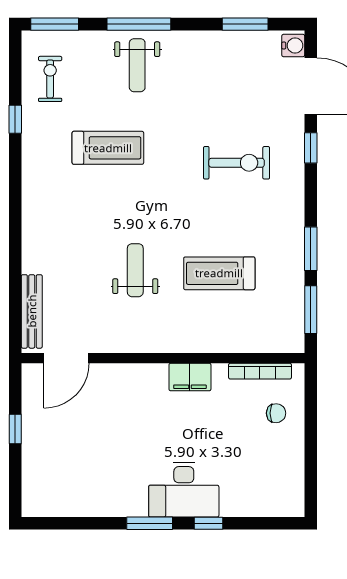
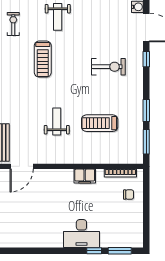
treadmill: (108, 148) -> (43, 59), turned 90
window: (150, 523) -> (120, 251), moved

